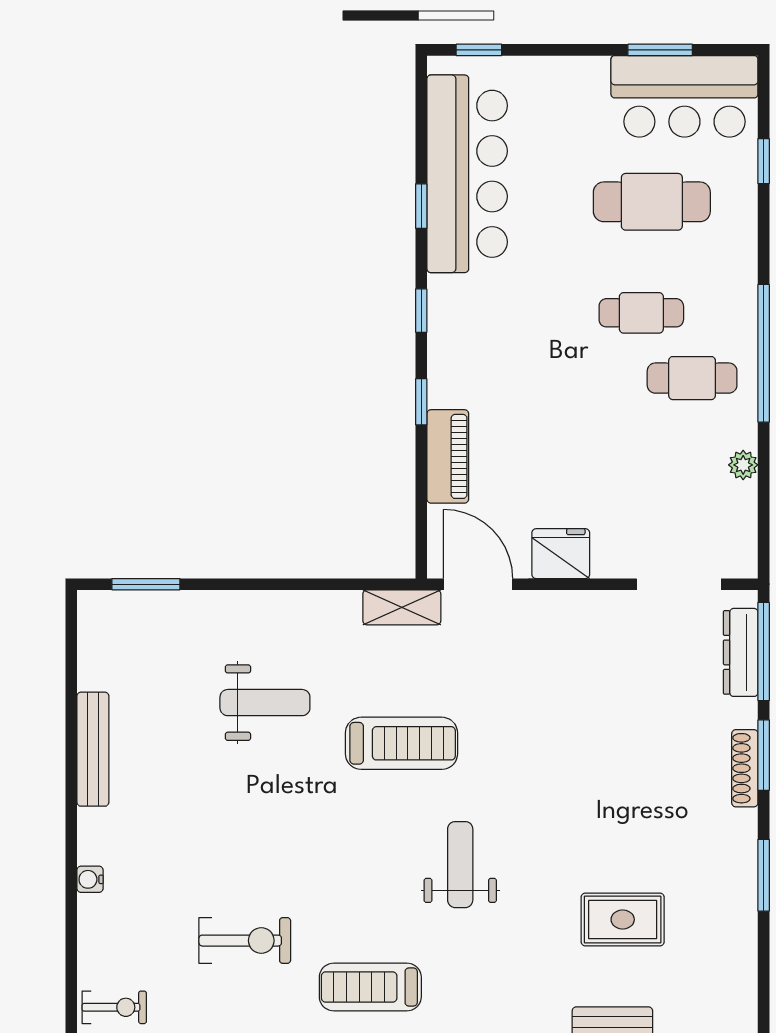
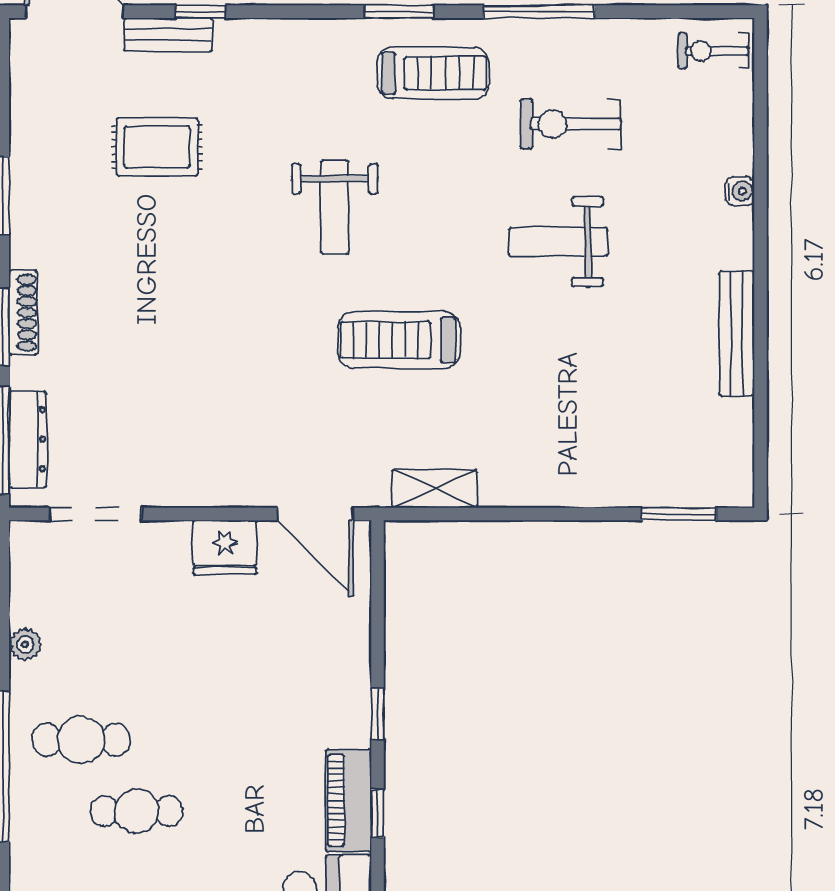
piano: (448, 456) -> (348, 801), moved
shelving: (402, 607) -> (435, 489), moved
weight bench: (265, 703) -> (558, 242), moved

